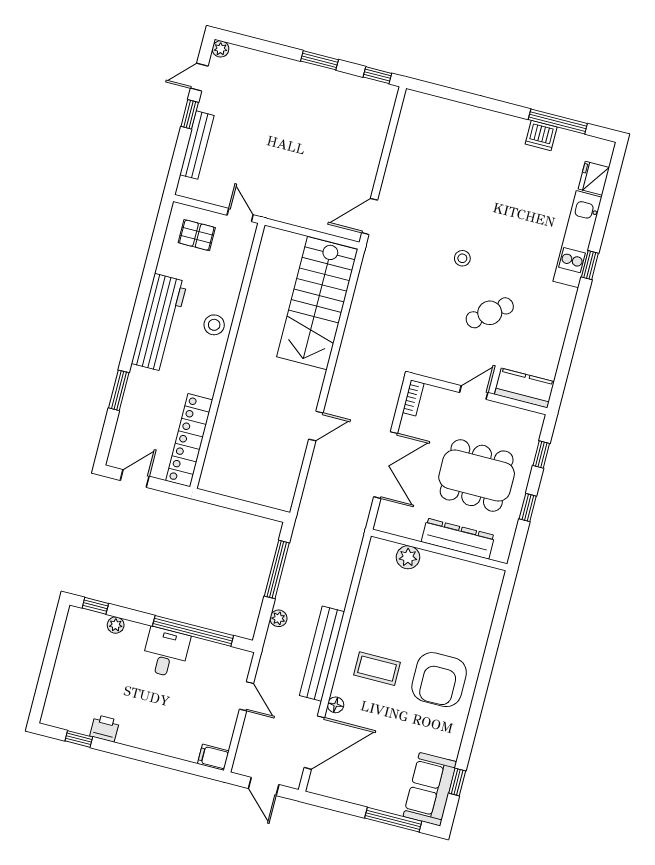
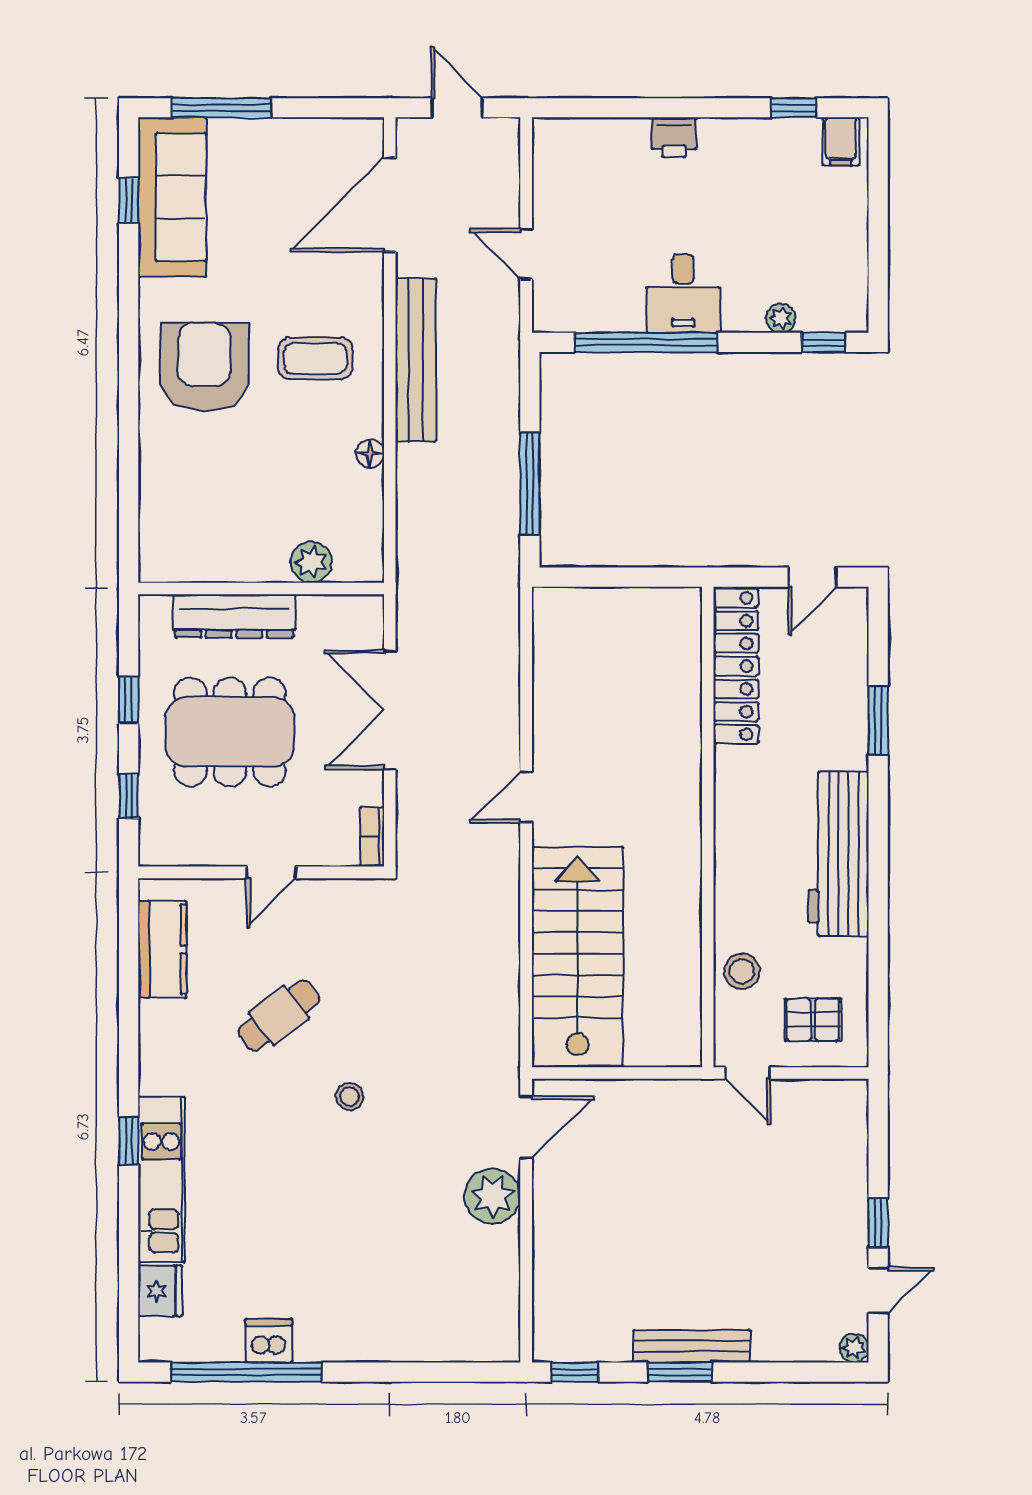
window: (558, 121) -> (246, 1372), width x1.46
bench: (197, 145) -> (692, 1346), moved, turned 90
stool: (214, 325) -> (742, 971), moved
kitchen counter: (524, 388) -> (162, 949), moved, turned -90
door: (316, 426) -> (526, 797), moved
plant: (278, 618) -> (493, 1196), moved, width x1.87, depth x1.87
floor lamp: (336, 705) -> (370, 453), moved
printer: (105, 728) -> (674, 137), moved
filing cabinet: (213, 757) -> (841, 141), moved, turned 90
sofa: (430, 789) -> (172, 197), width x1.36

